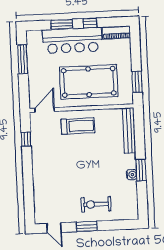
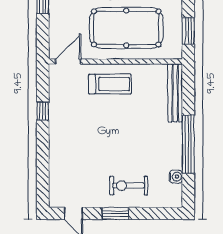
window: (26, 139) -> (43, 111), moved
window: (141, 170) -> (188, 144), width x2.11
water cooler: (132, 175) -> (176, 177), moved

